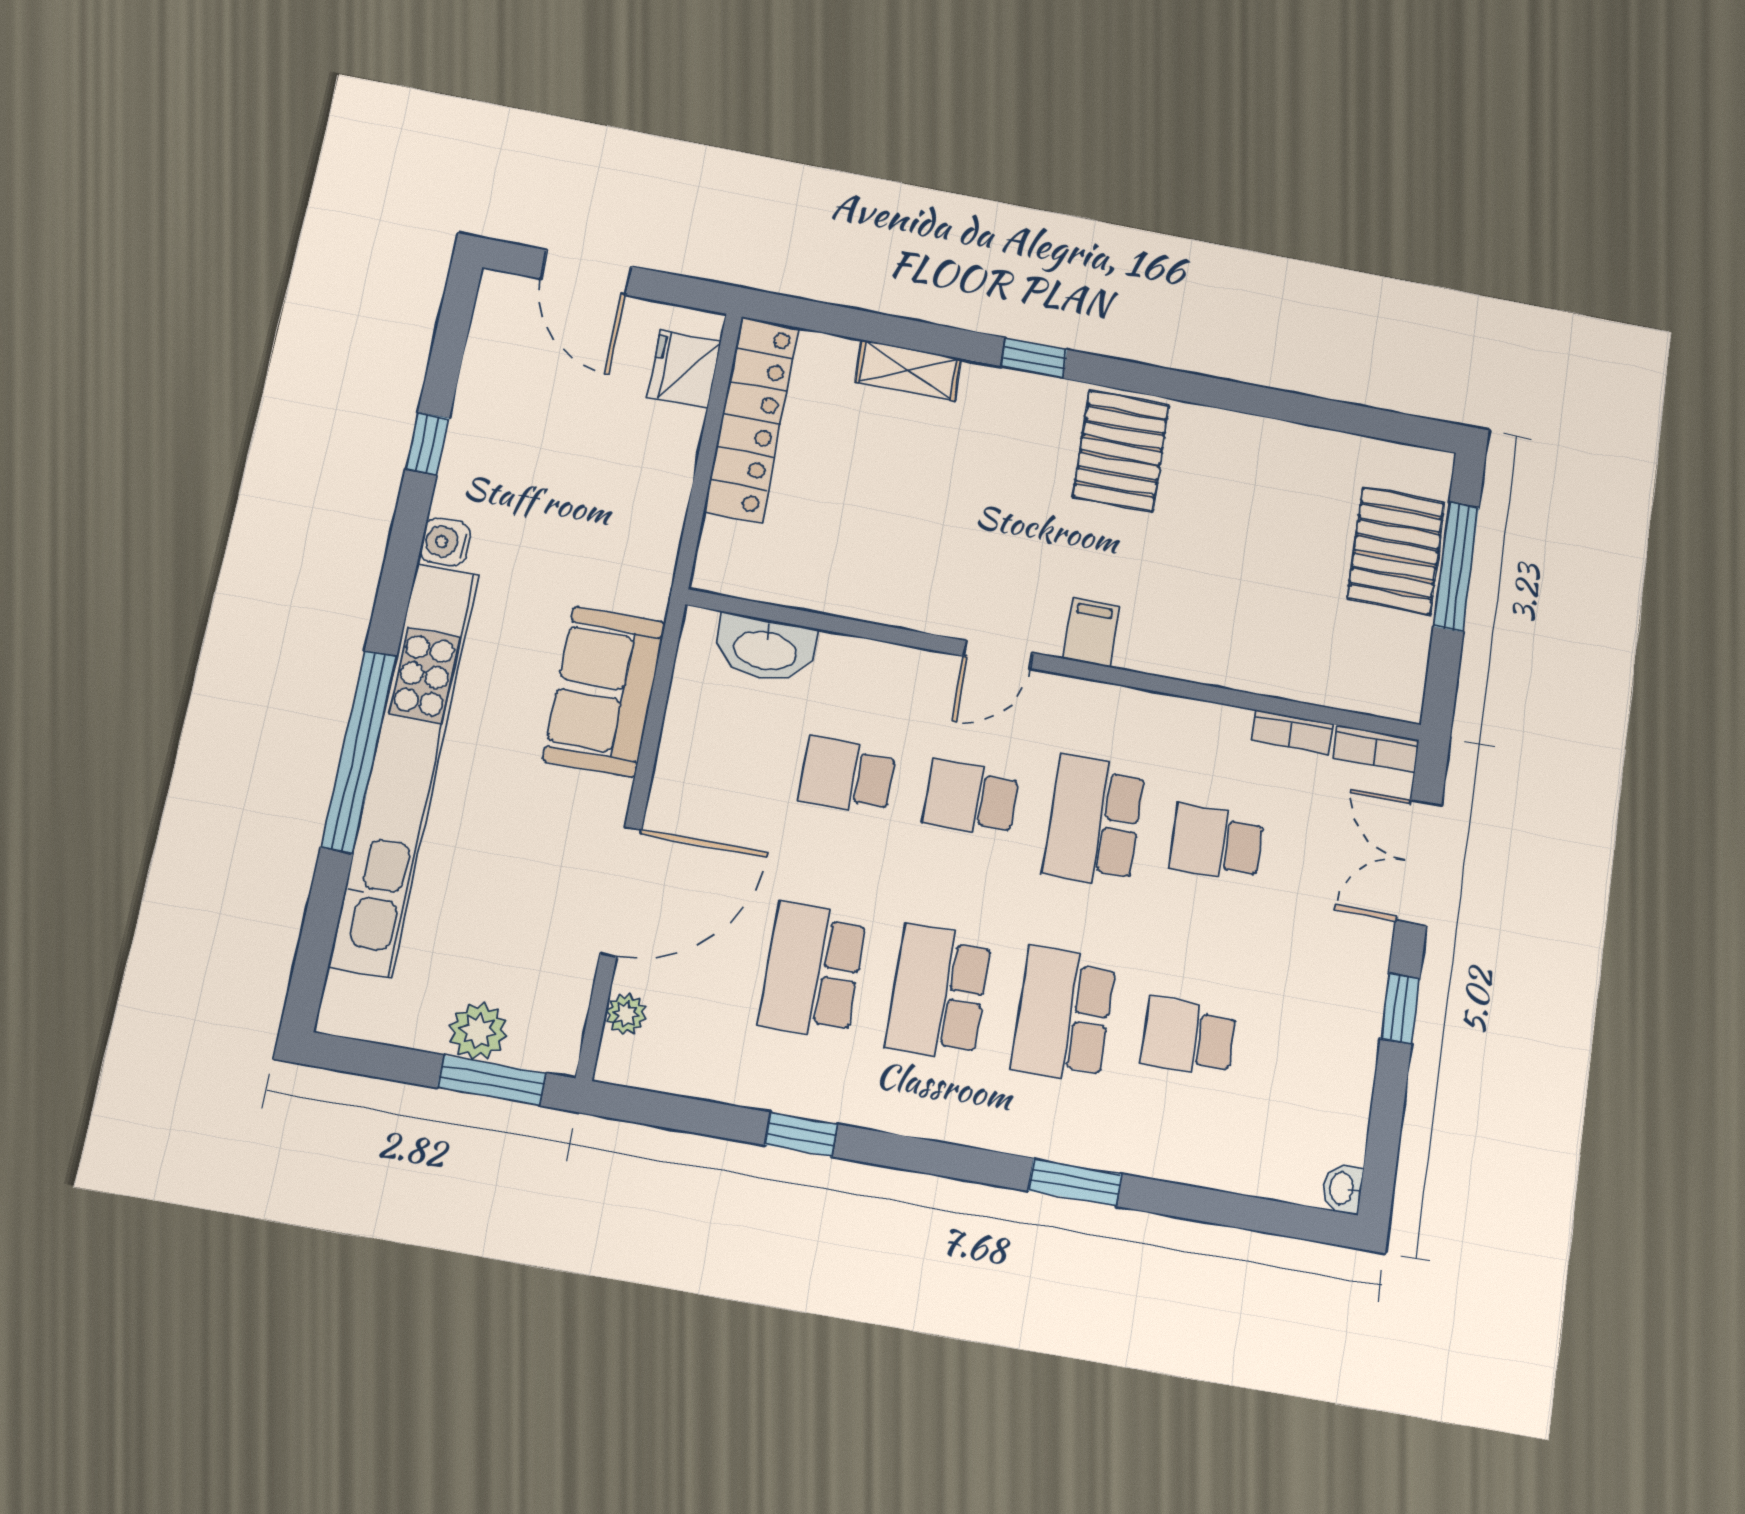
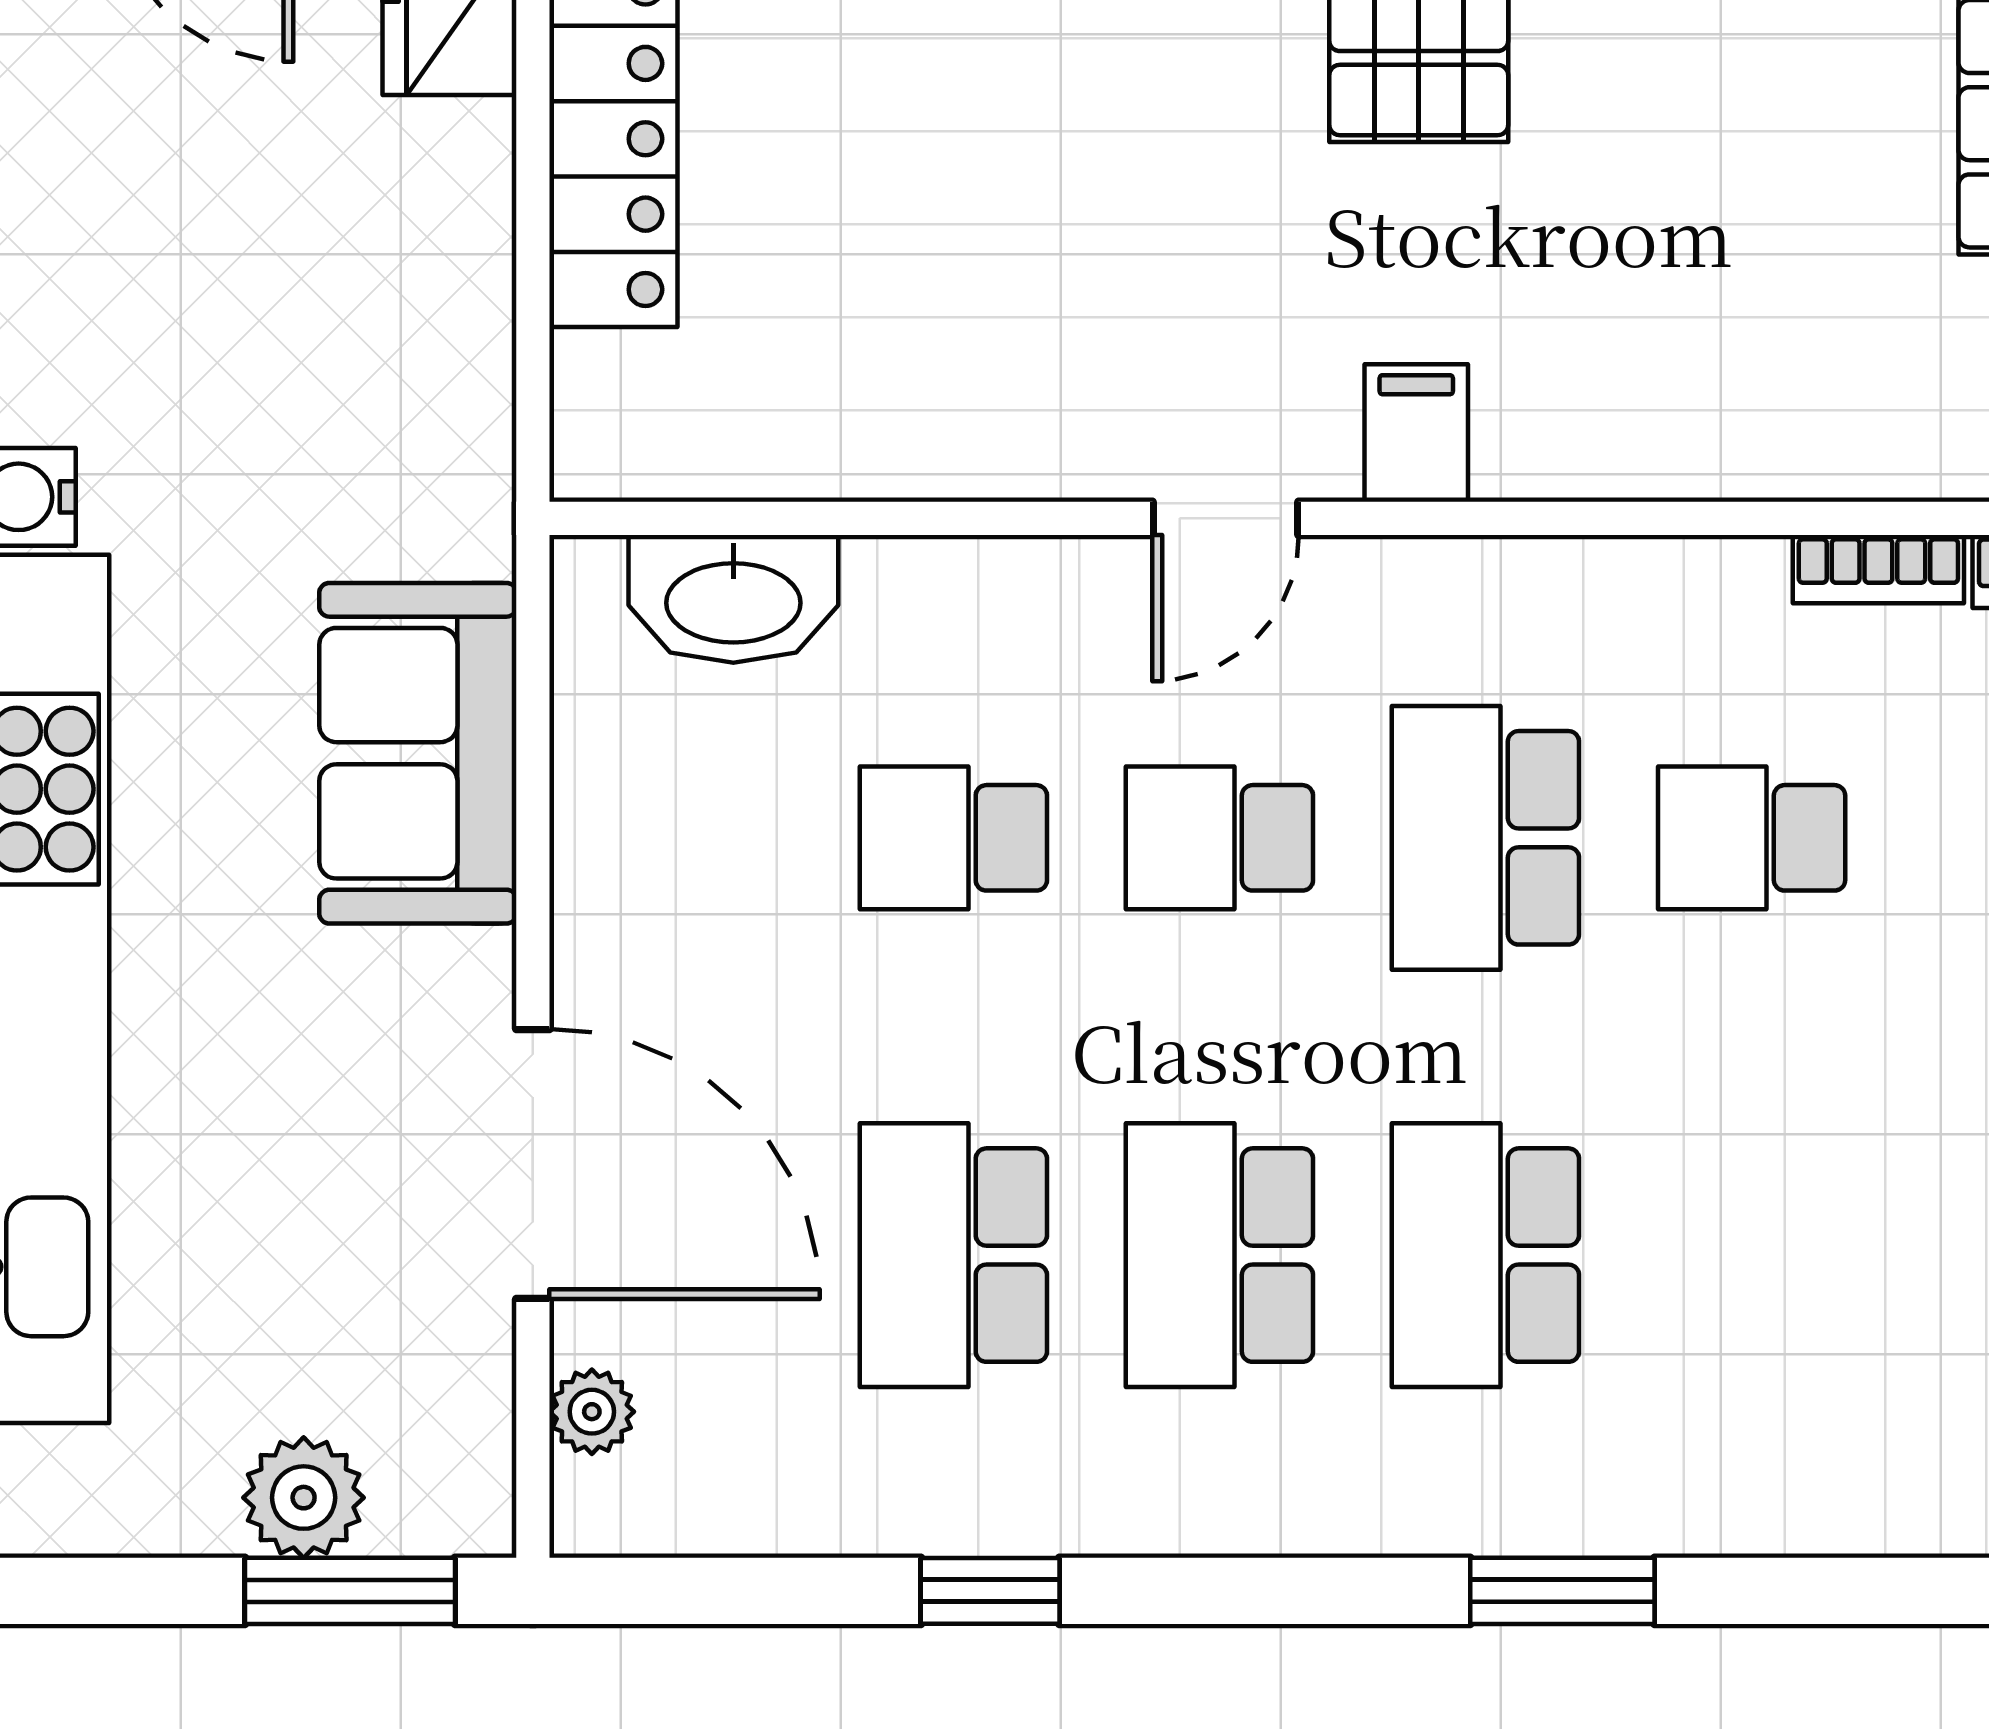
door: (621, 891) -> (533, 1164), hinge flipped
school desk: (1188, 1037) -> (1752, 1255), removed

